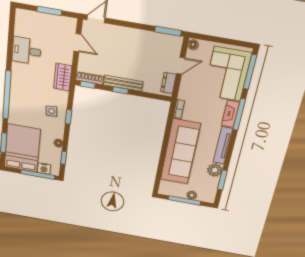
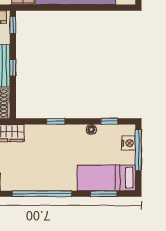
window: (88, 85) -> (13, 25), moved
side table: (51, 111) -> (52, 141), removed
bed: (22, 148) -> (106, 178), width x0.67

